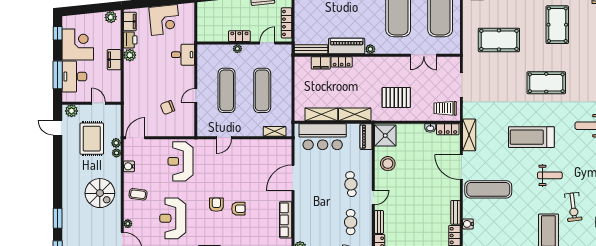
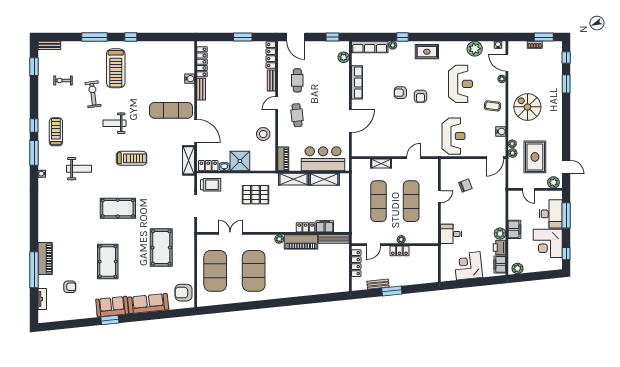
pool table: (499, 40) -> (161, 248), turned 90
shelving: (275, 131) -> (381, 164), moved
shower: (385, 136) -> (240, 161), moved
treadmill: (531, 137) -> (132, 158), width x0.73, depth x0.73

